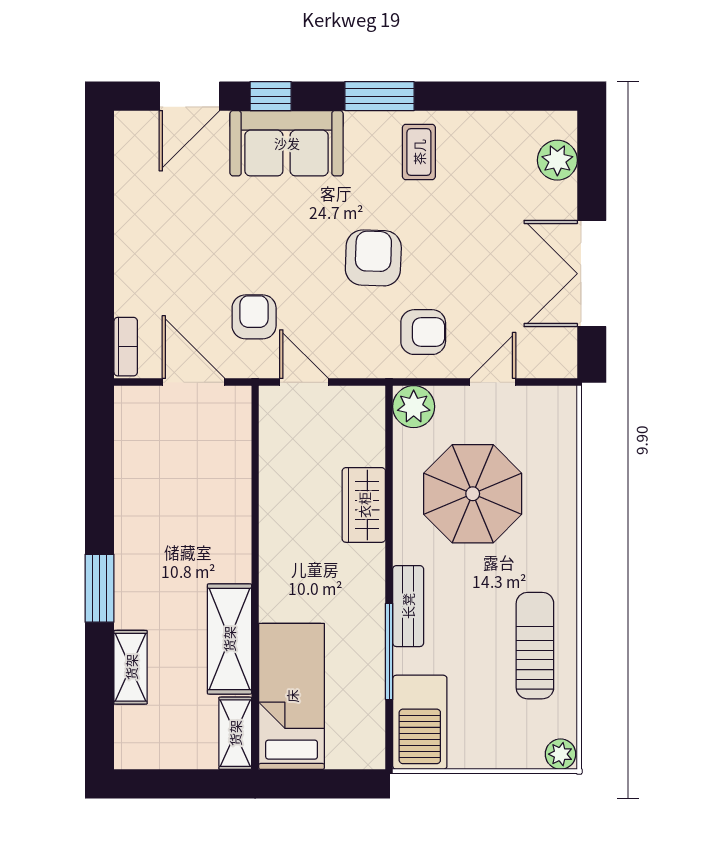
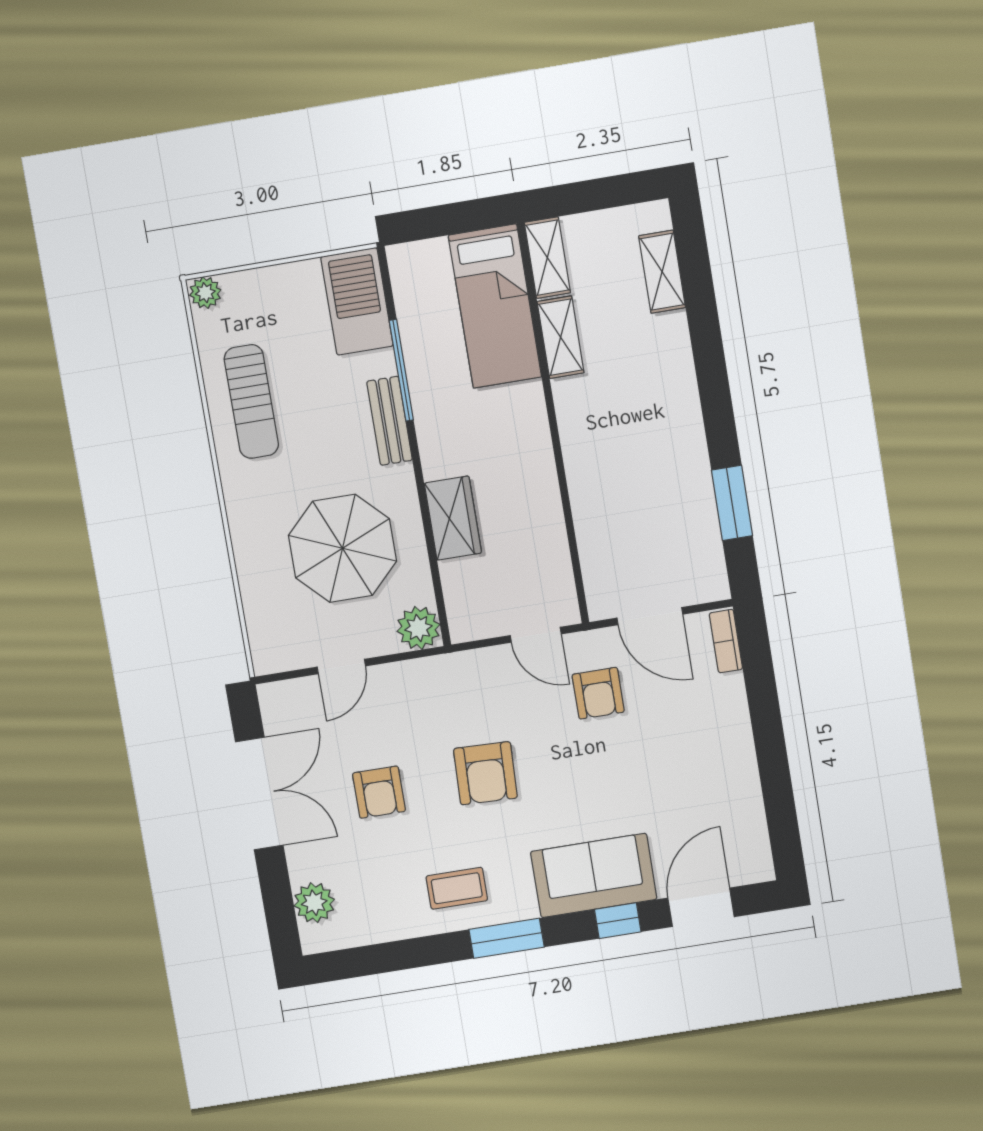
coffee table: (419, 152) -> (457, 888), turned 90
armchair: (423, 332) -> (379, 792), moved, turned -90
window: (99, 588) -> (732, 503), moved
shelving: (229, 639) -> (561, 337), width x0.67, depth x0.75
shelving: (131, 667) -> (662, 272), moved

